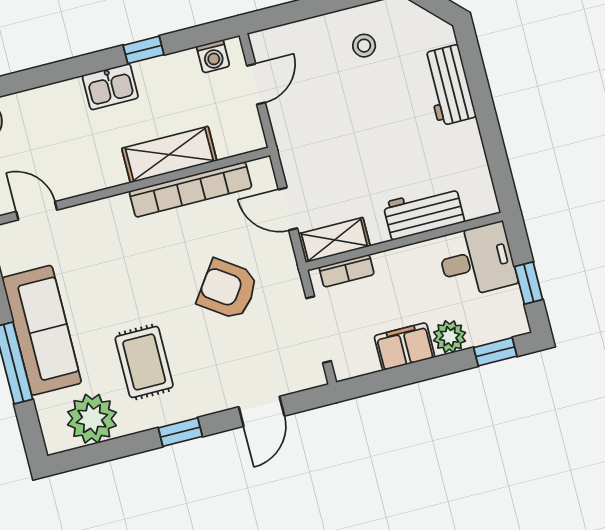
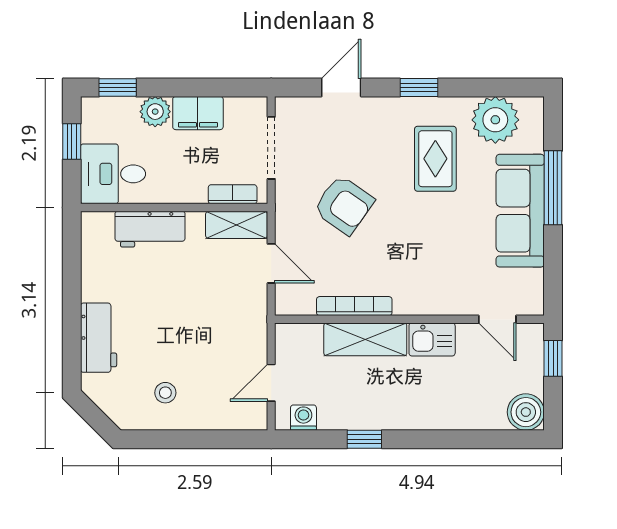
kitchen sink: (110, 87) -> (432, 339), moved, turned 180
bookcase: (191, 190) -> (354, 306), width x0.68, depth x0.76

